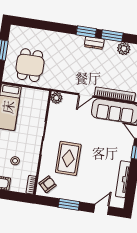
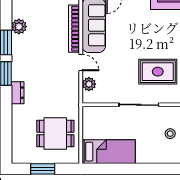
dresser: (94, 43) -> (18, 93), moved
plant: (56, 98) -> (89, 84), moved

